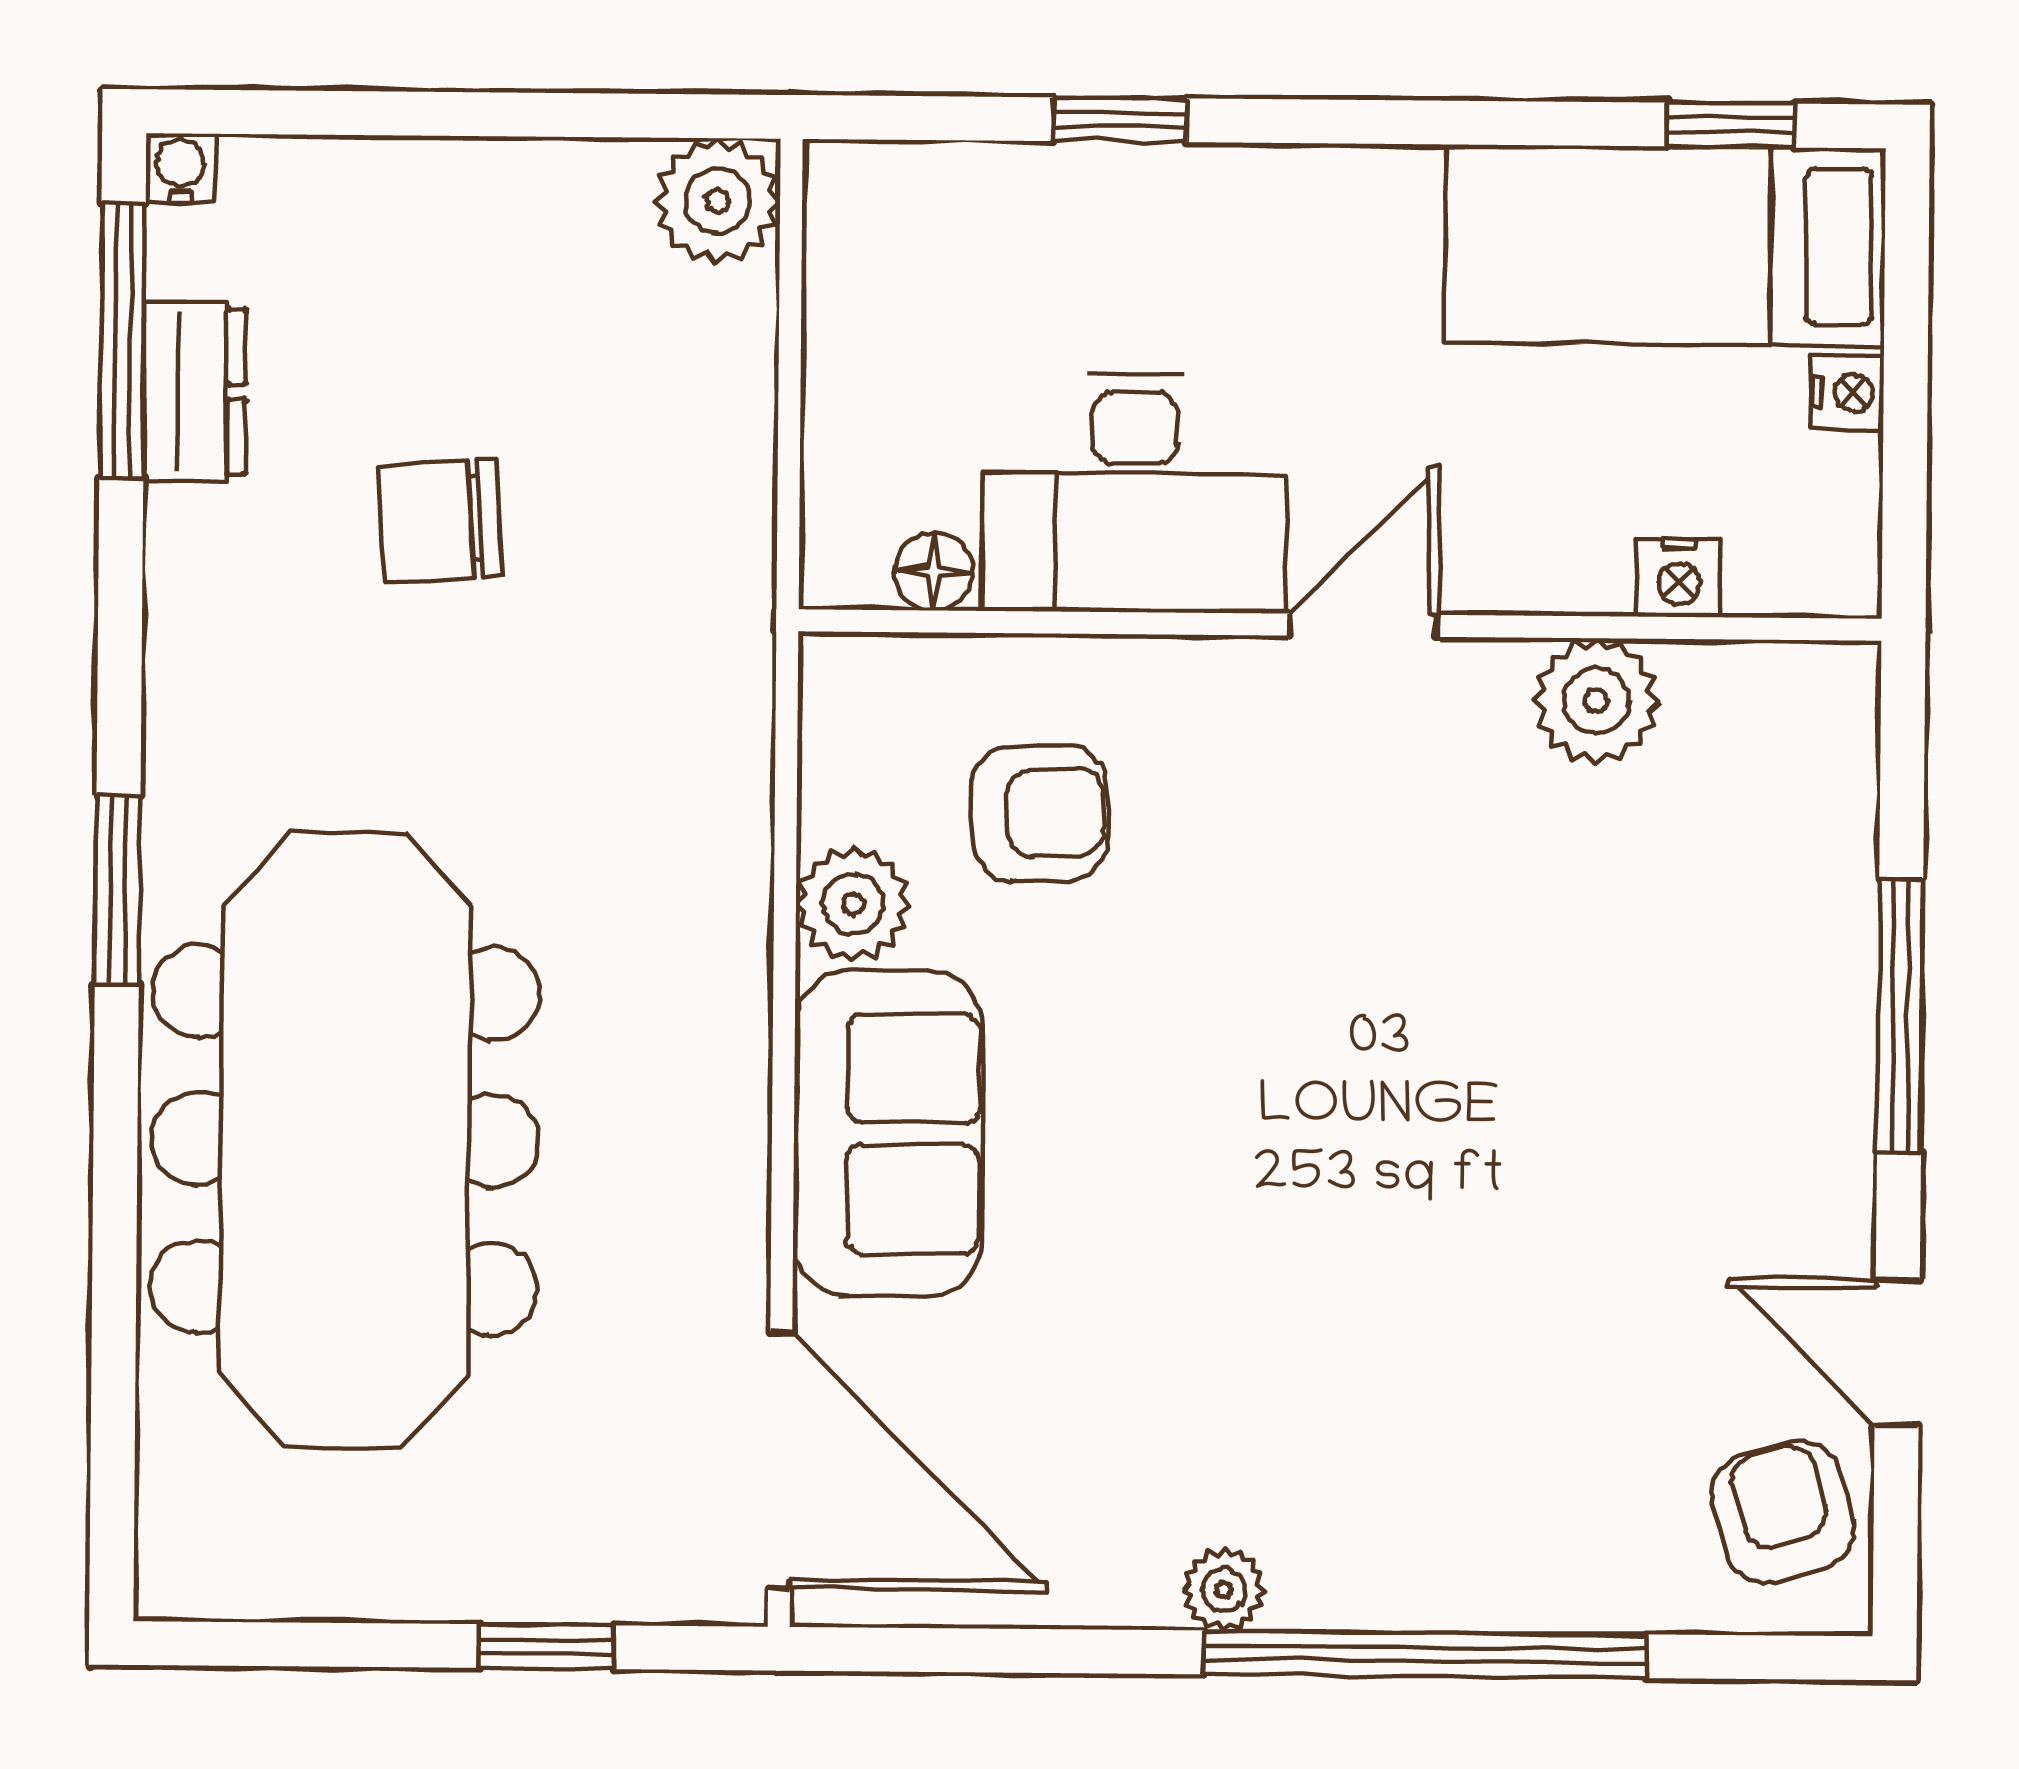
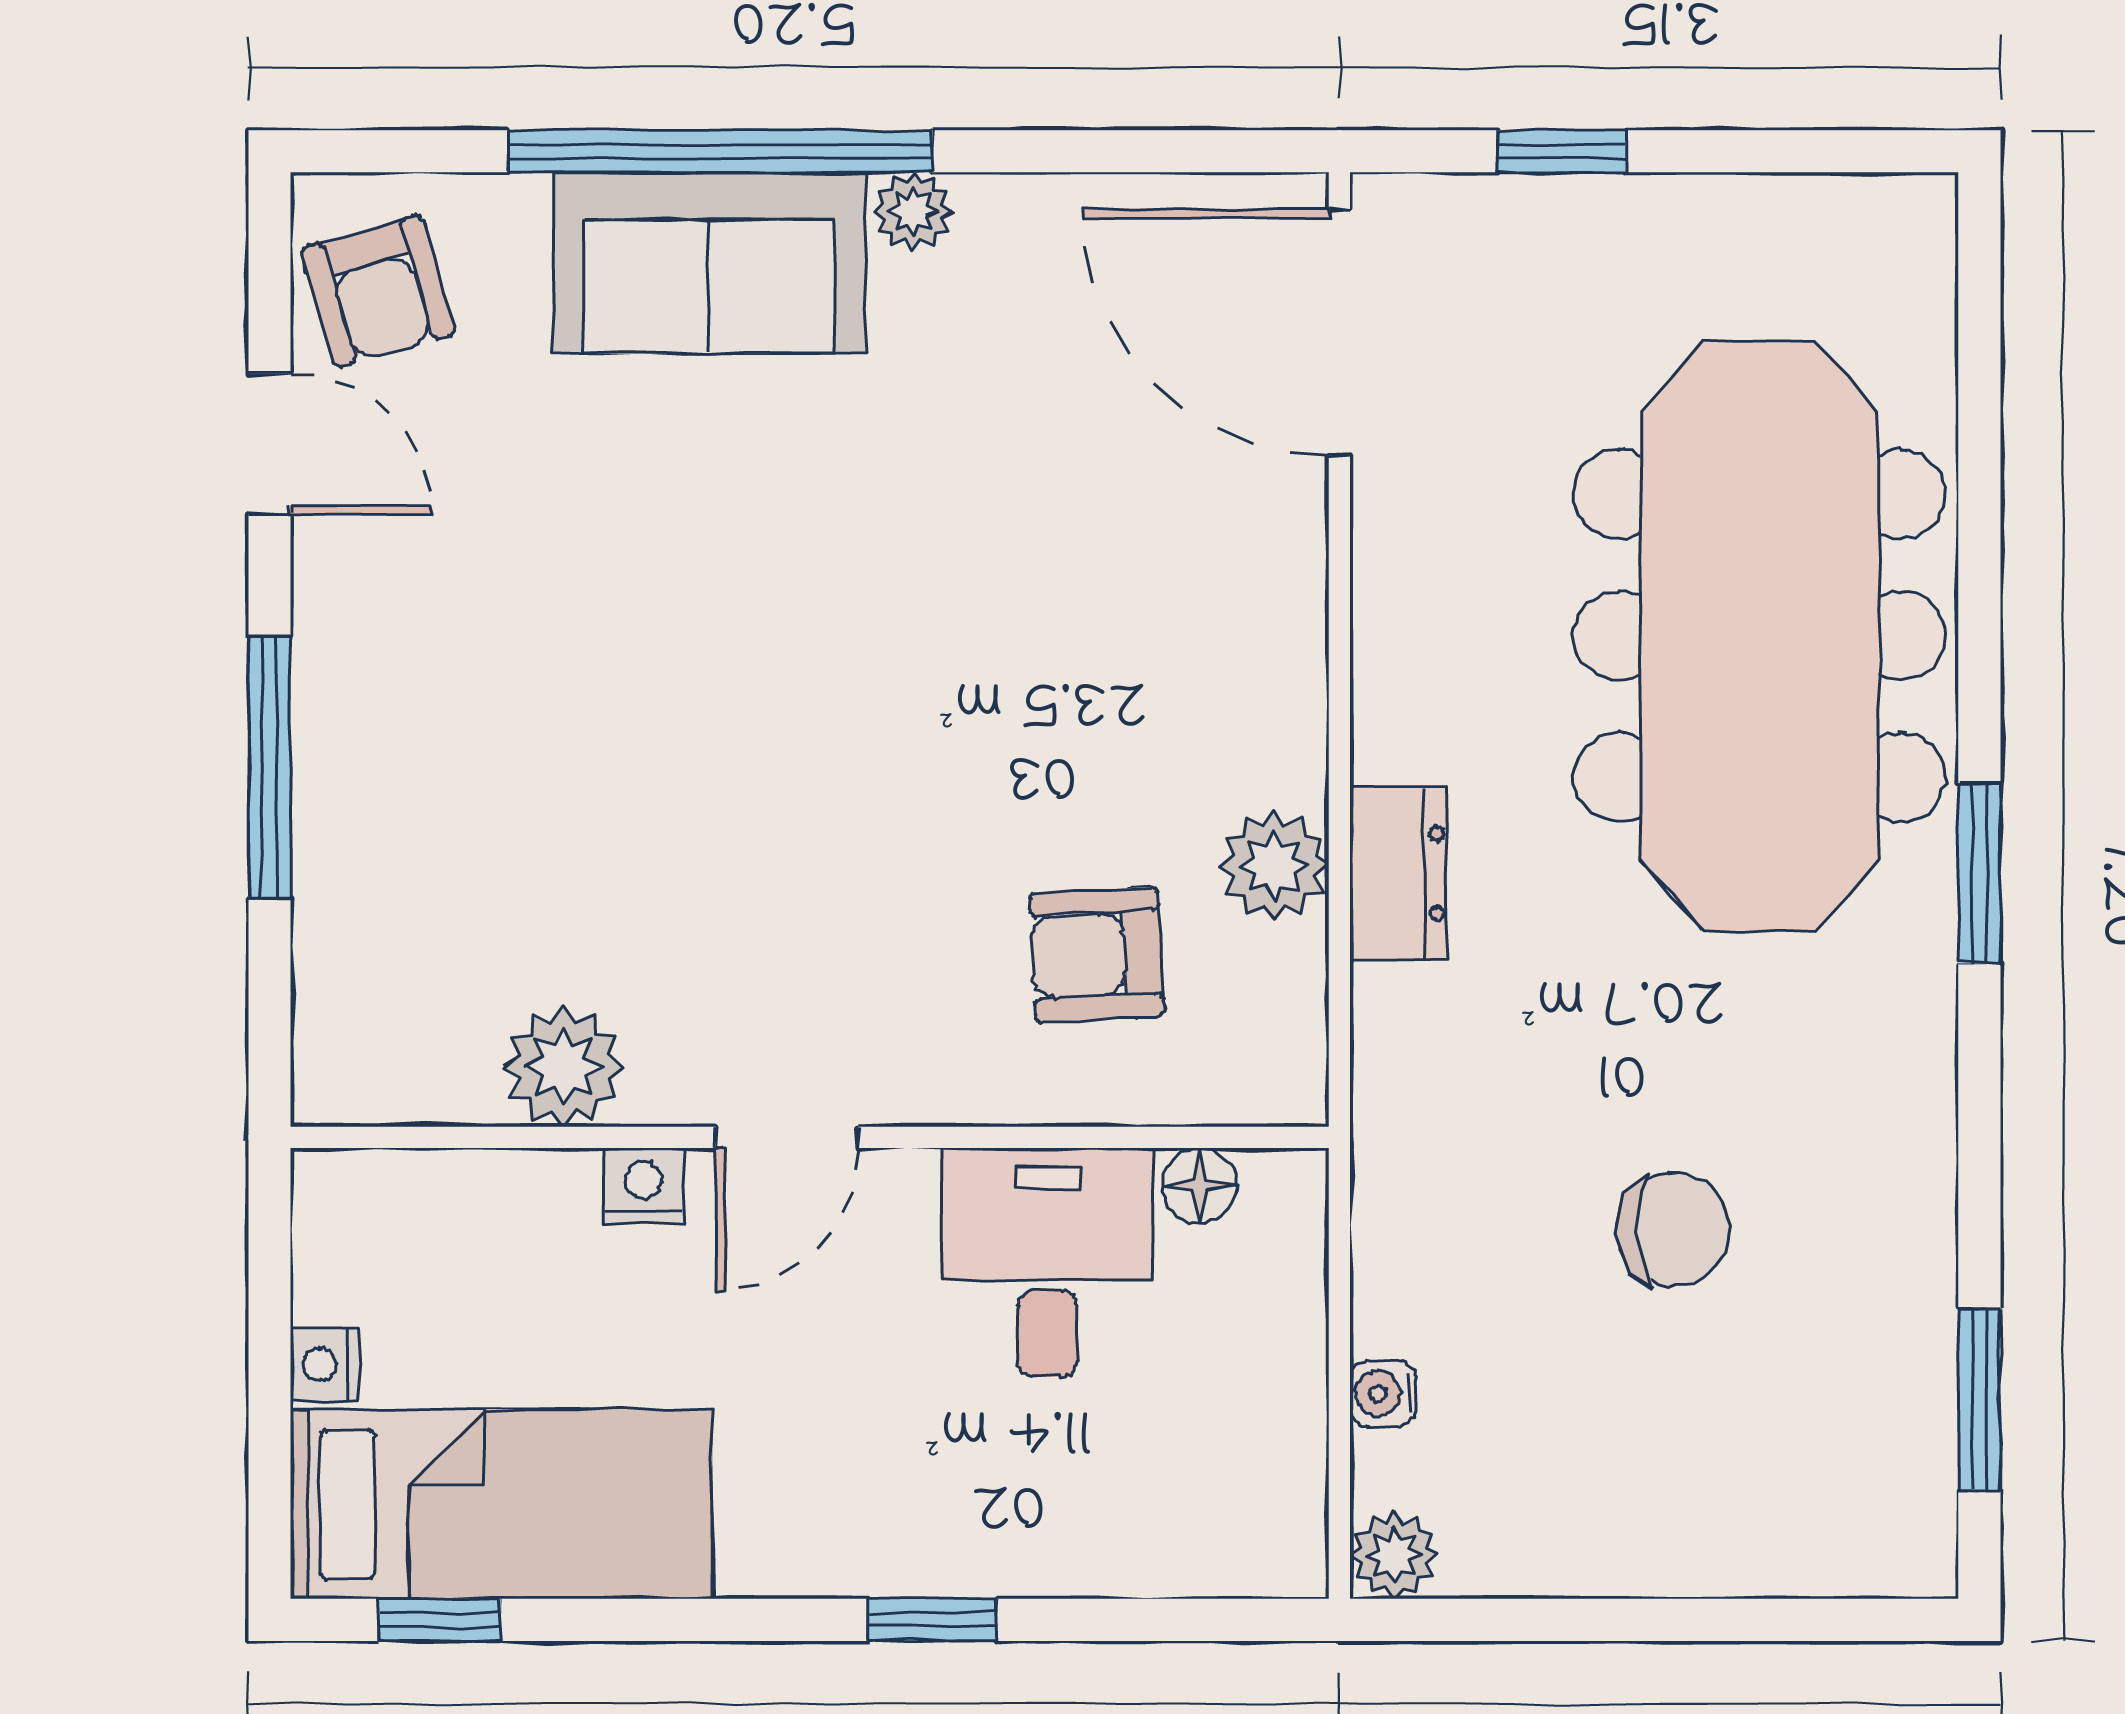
window: (1121, 120) -> (933, 1620), moved
water cooler: (180, 168) -> (1383, 1393), moved, turned 90
plant: (717, 201) -> (1394, 1555), width x0.73, depth x0.73
window: (122, 341) -> (1979, 1400), width x0.69
dresser: (195, 391) -> (1399, 874), moved, turned 180
desk: (1134, 493) -> (1047, 1262), width x0.73
nightstand: (1679, 578) -> (643, 1186), moved
sofa: (888, 1134) -> (709, 263), moved, turned -90

